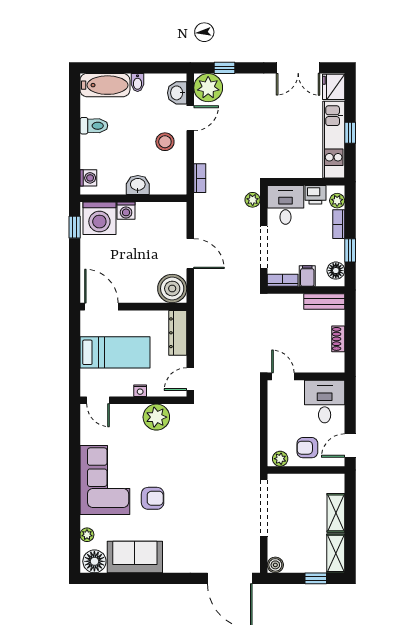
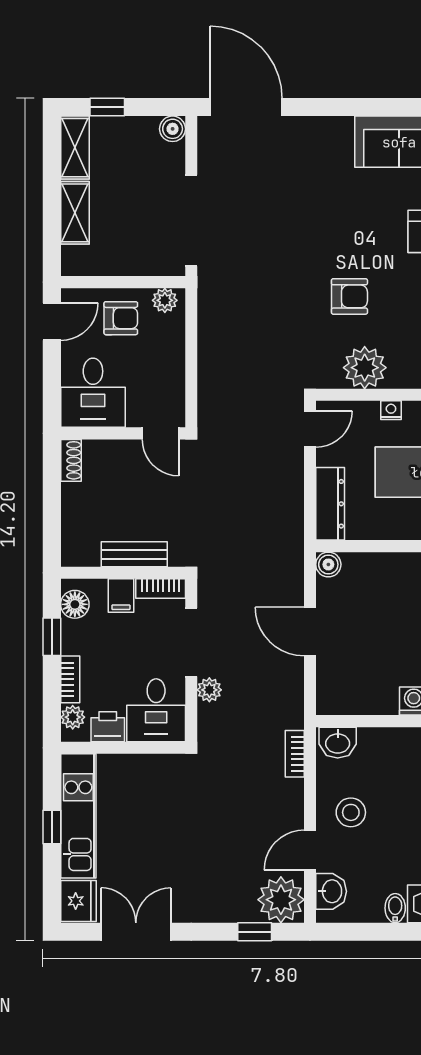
washbasin: (138, 185) -> (338, 743), moved
plant: (253, 200) -> (209, 690), moved
boiler: (172, 289) -> (328, 564), width x0.54, depth x0.54
bench: (324, 302) -> (134, 554), moved
shoe rack: (338, 339) -> (71, 460), moved
armchair: (153, 498) -> (349, 296), moved, turned 180

